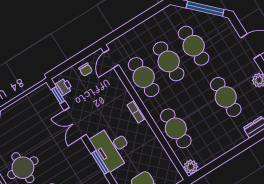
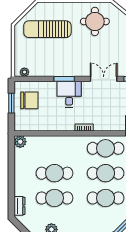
cafe table: (176, 128) -> (54, 173), moved
desk: (112, 148) -> (69, 94), width x0.73

